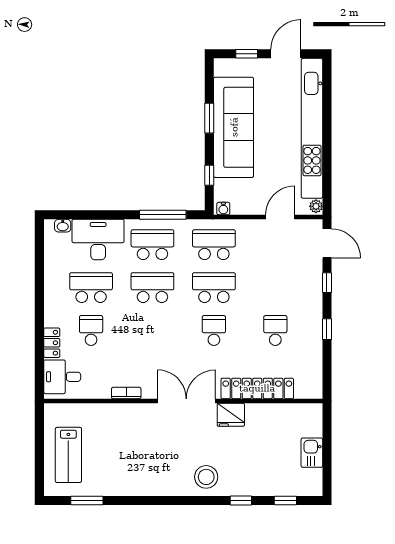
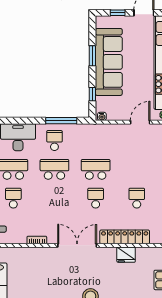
school desk: (152, 245) -> (54, 141), width x0.54
school desk: (214, 245) -> (96, 141), removed
fridge: (231, 415) -> (126, 255), moved

